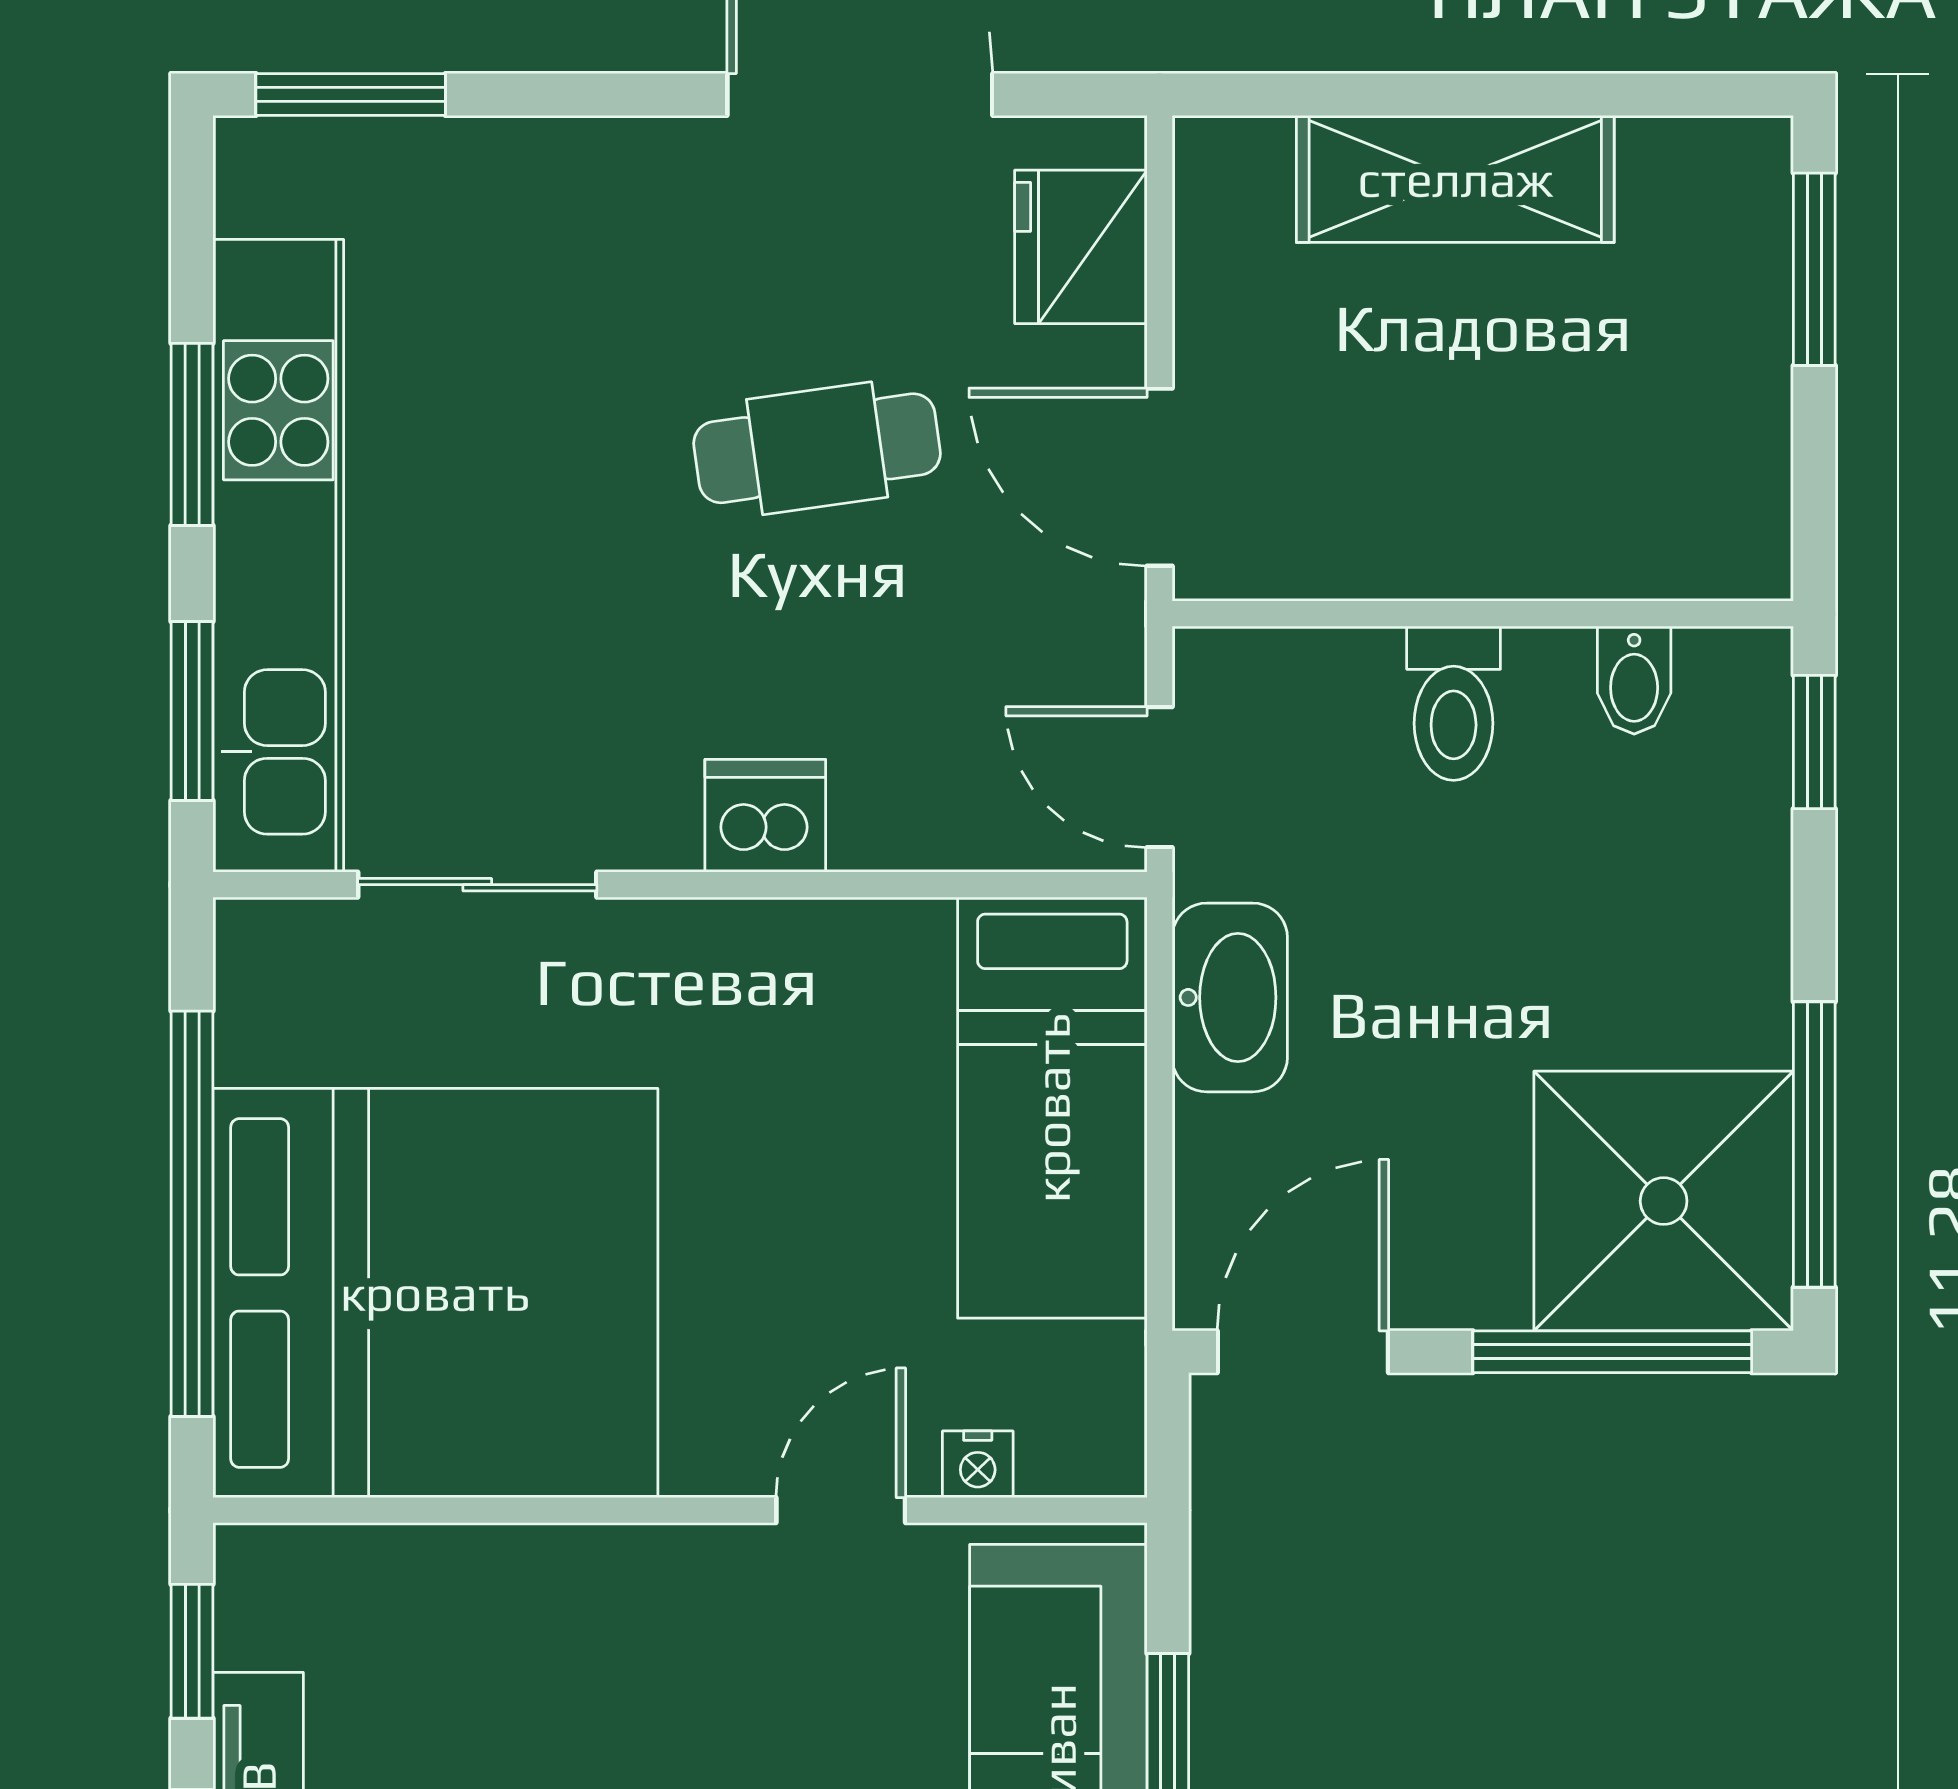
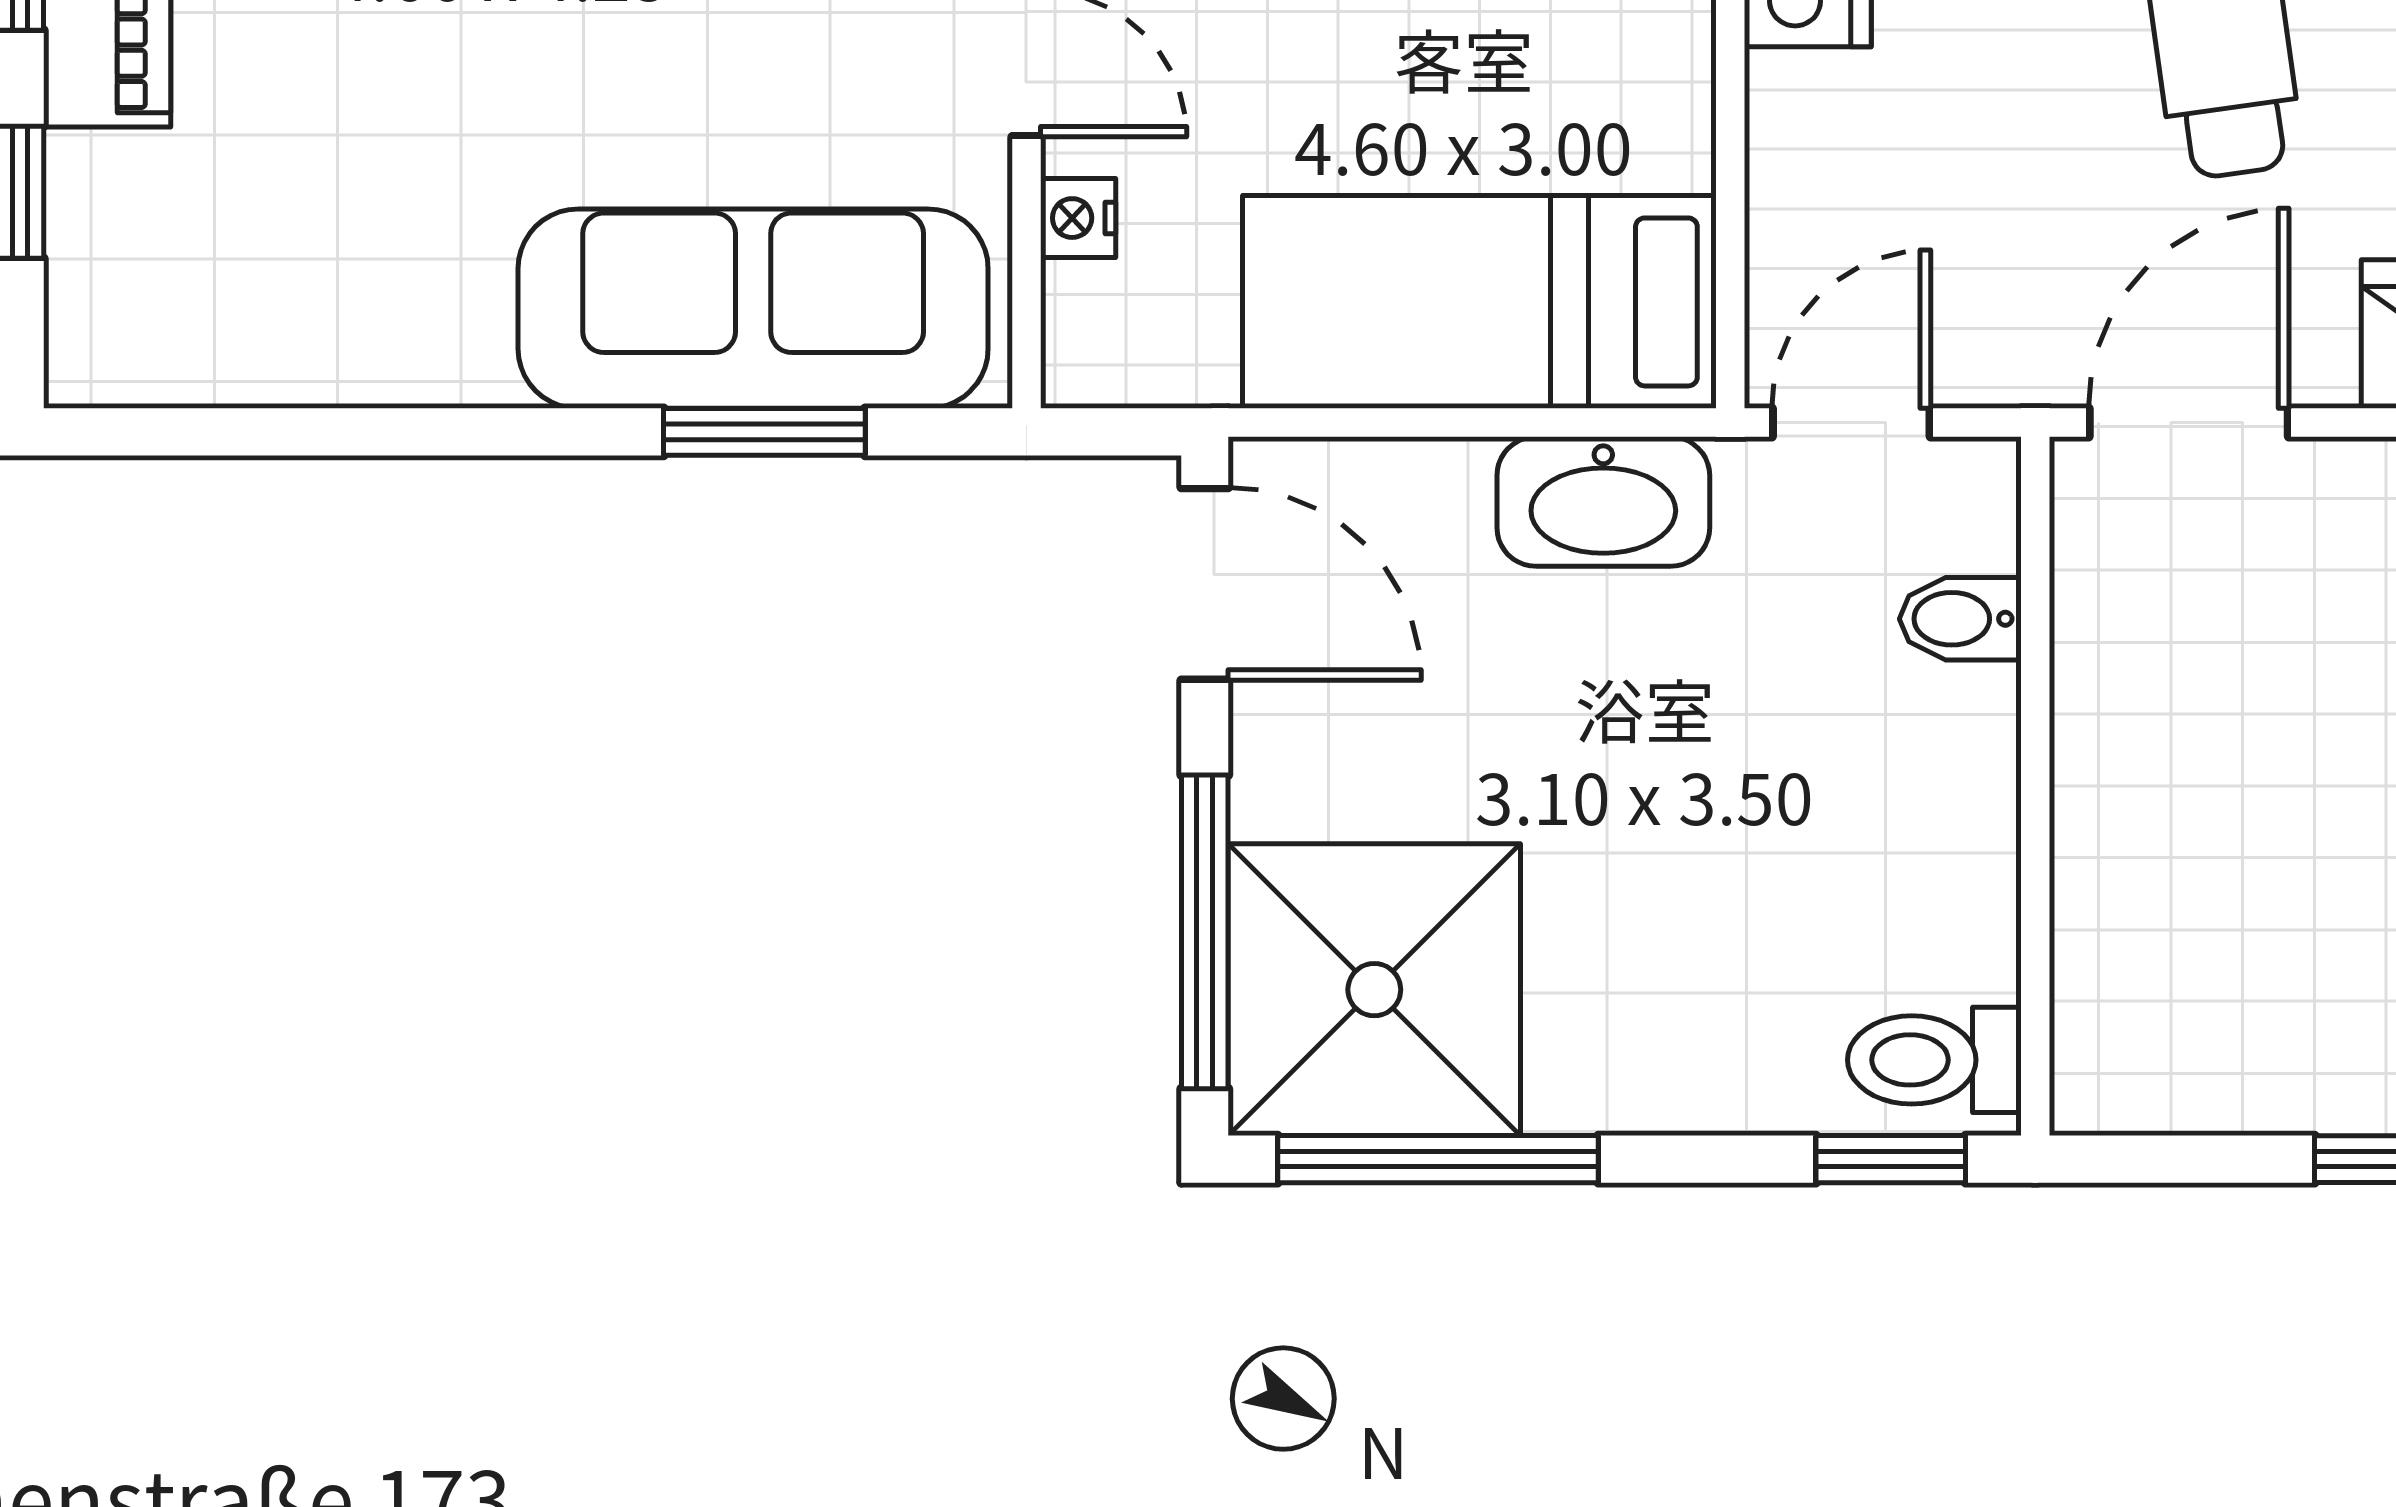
bidet: (1634, 680) -> (1960, 619), moved
toilet: (1454, 703) -> (1934, 1060), moved

